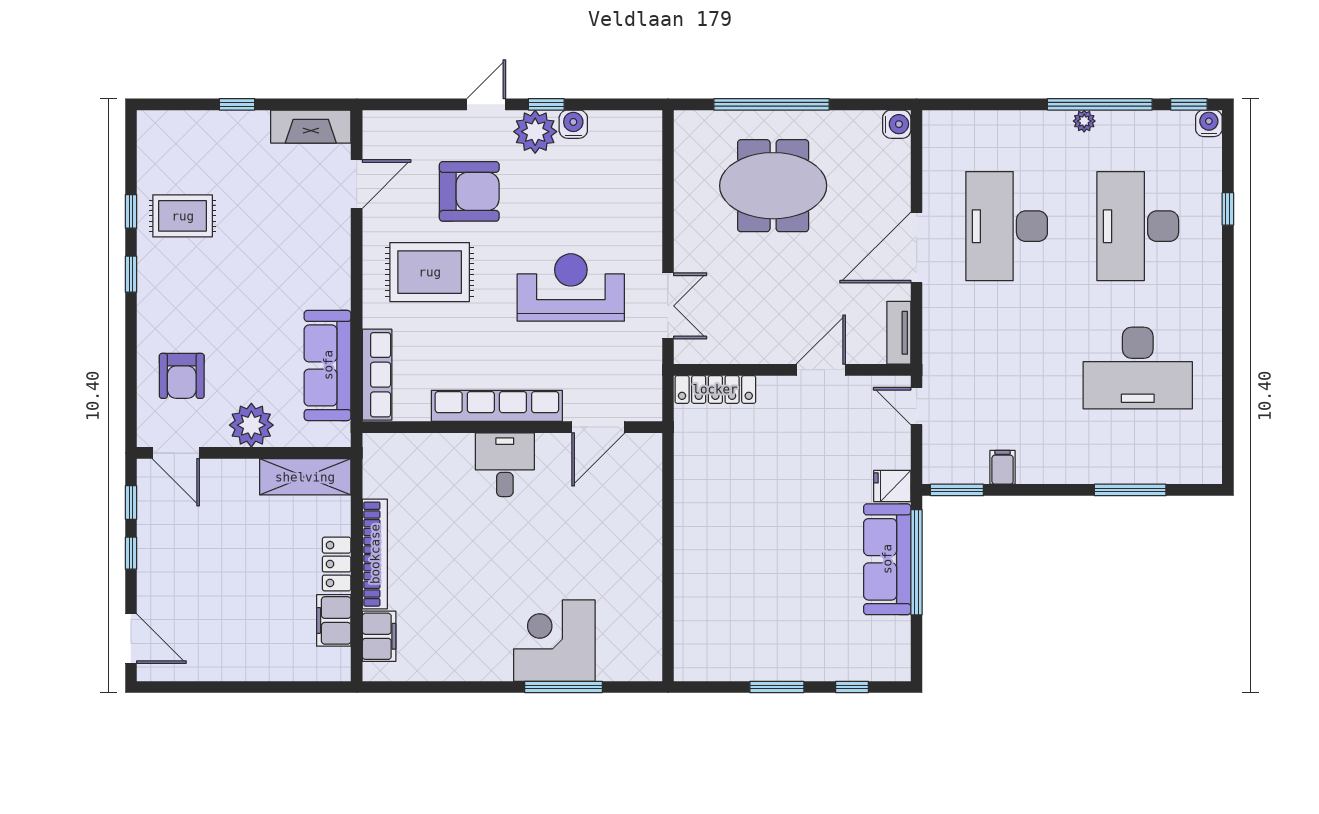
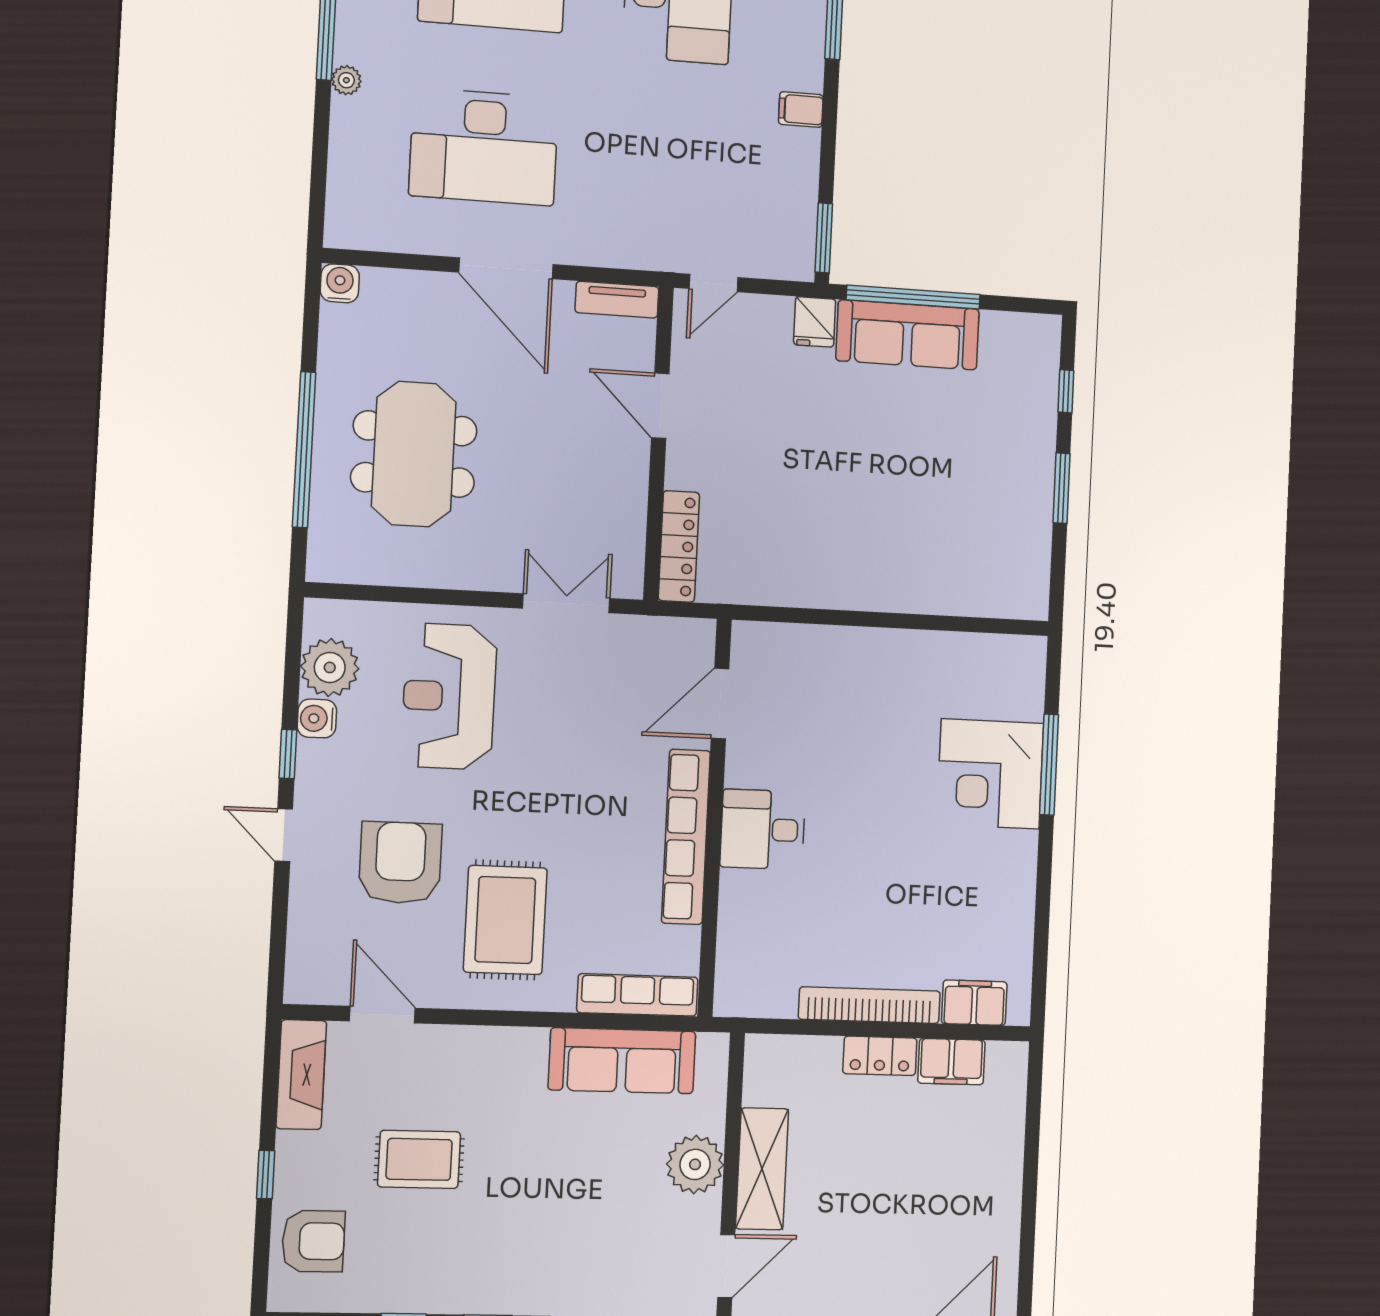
plant: (1084, 121) -> (346, 80), moved
plant: (535, 132) -> (330, 667), moved
rug: (183, 216) -> (419, 1159), moved, turned 90
reception desk: (571, 287) -> (449, 696), moved
armchair: (182, 376) -> (313, 1241), moved
door: (598, 427) -> (720, 704), swing flipped
filing cabinet: (1003, 467) -> (801, 110), moved
shelving: (305, 477) -> (762, 1169), moved

